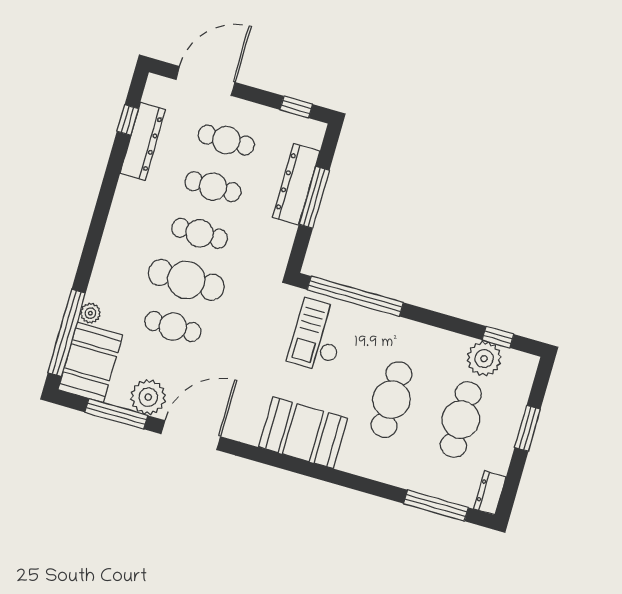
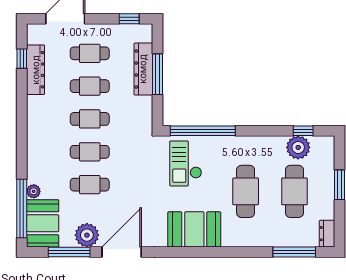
cafe table: (186, 280) -> (90, 152), width x0.73, depth x0.74

